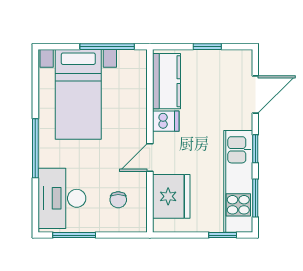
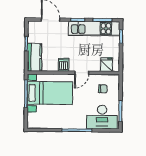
kitchen counter: (166, 81) -> (35, 57), moved, turned 90
bed with nightstands: (78, 94) -> (50, 93), moved
door: (150, 157) -> (82, 73), hinge flipped
fridge: (171, 196) -> (107, 65), width x0.53, depth x0.75

